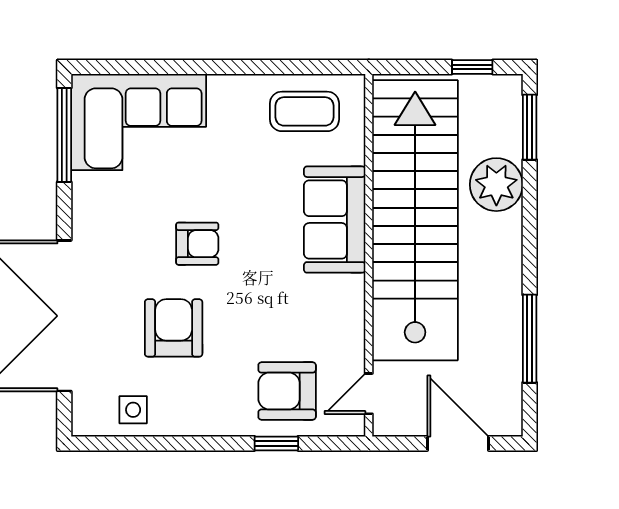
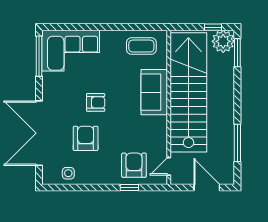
plant: (496, 185) -> (223, 41), moved
armchair: (287, 391) -> (134, 165), turned 90

